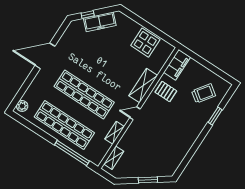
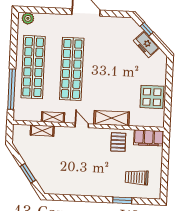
freezer: (100, 22) -> (146, 44), width x0.71
trolley: (204, 93) -> (137, 178), turned 144
shelving: (114, 158) -> (42, 131), moved

